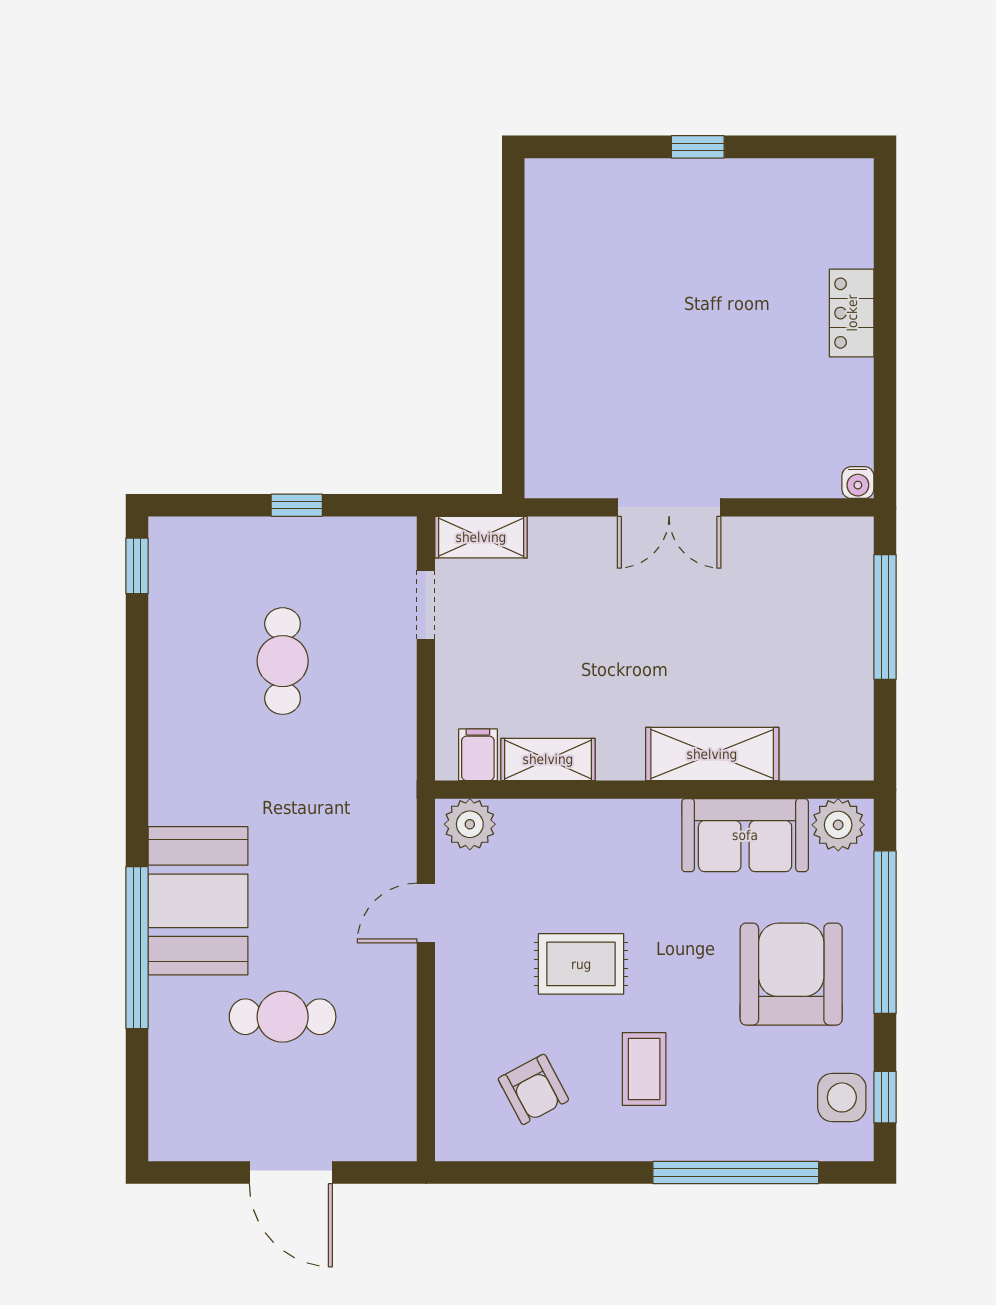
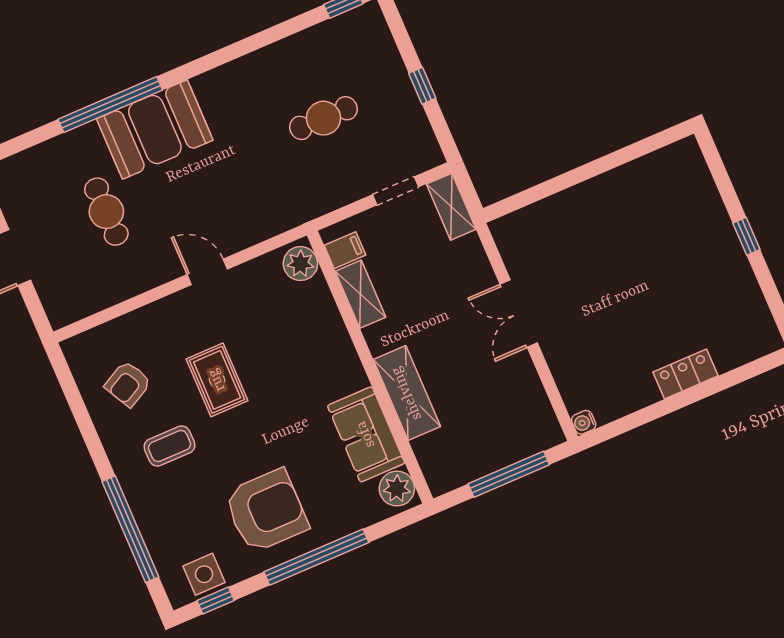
shelving: (712, 754) -> (407, 393), moved
filing cabinet: (478, 755) -> (345, 250), moved
shelving: (548, 759) -> (360, 294), moved
wall: (654, 790) -> (370, 367), moved
plant: (470, 824) -> (300, 264), moved
plant: (838, 825) -> (397, 489), moved
sofa: (745, 835) -> (366, 434), moved

